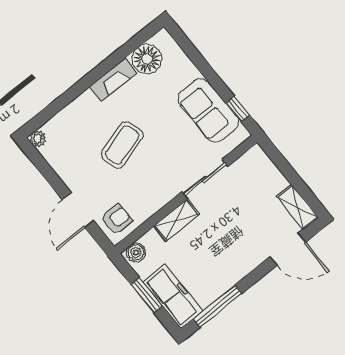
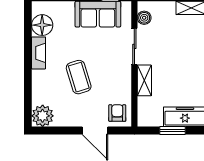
plant: (38, 139) -> (43, 116), width x1.88, depth x1.88
boiler: (136, 252) -> (144, 18), moved

